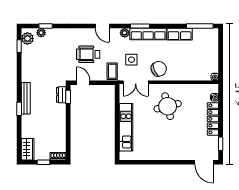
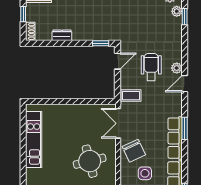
plant: (125, 33) -> (177, 68), moved
side table: (131, 60) -> (145, 173), moved
dresser: (61, 95) -> (62, 35), moved
kitchen unit: (126, 127) -> (34, 139), moved, turned -90

